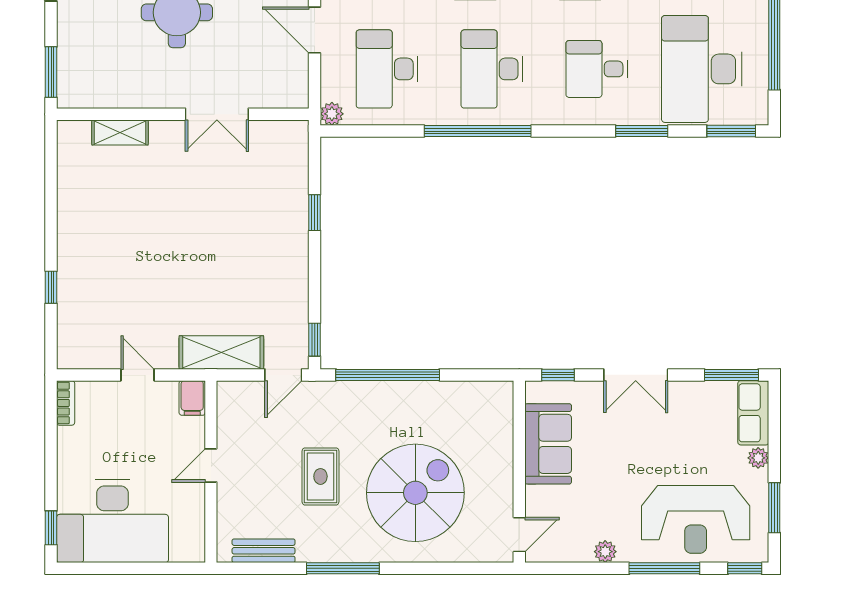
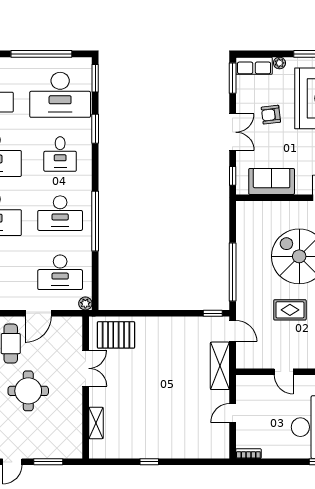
window: (51, 72) -> (48, 462), moved
pallet: (276, 168) -> (116, 335), added
window: (315, 213) -> (141, 313), removed
window: (51, 287) -> (149, 462), moved
filing cabinet: (192, 398) -> (246, 382), removed
armchair: (667, 443) -> (271, 115), added

